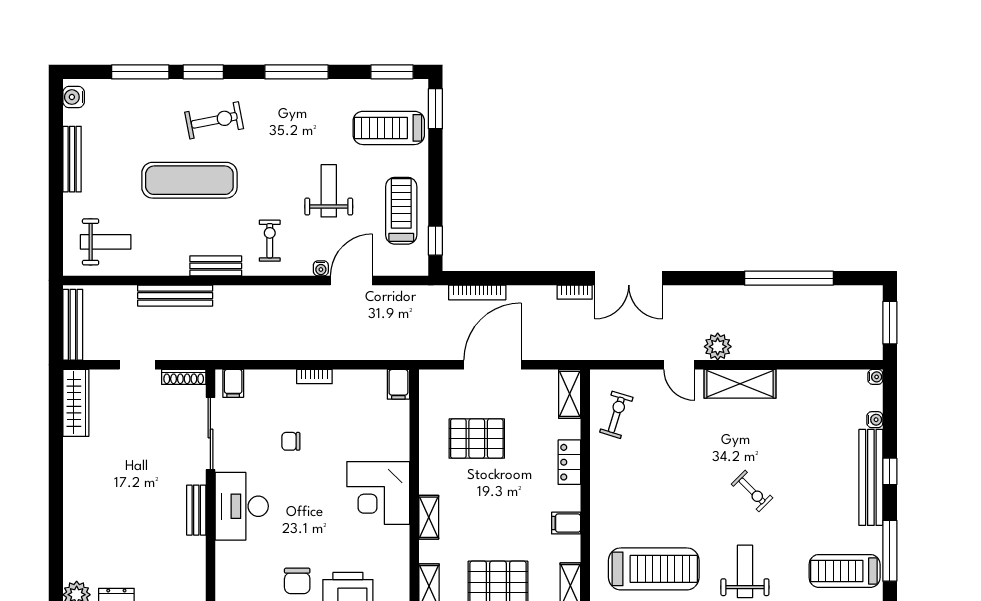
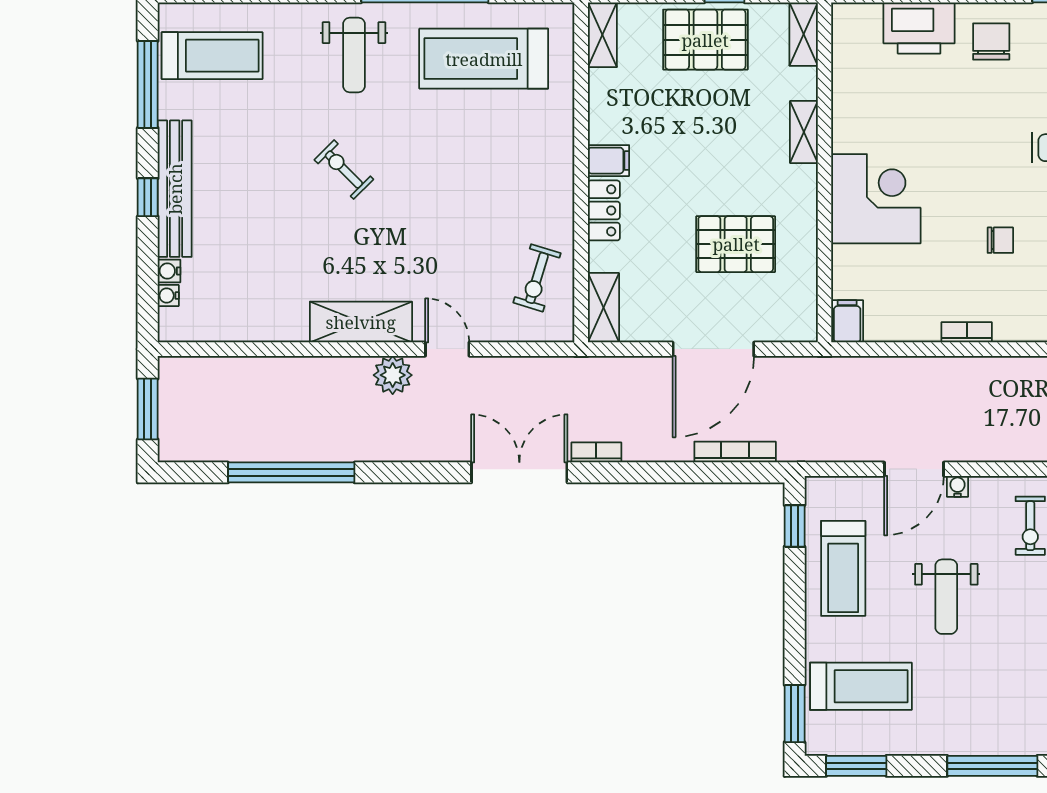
water cooler: (875, 377) -> (168, 296), moved
corner desk: (378, 493) -> (876, 199), moved
filing cabinet: (566, 523) -> (609, 161), moved

